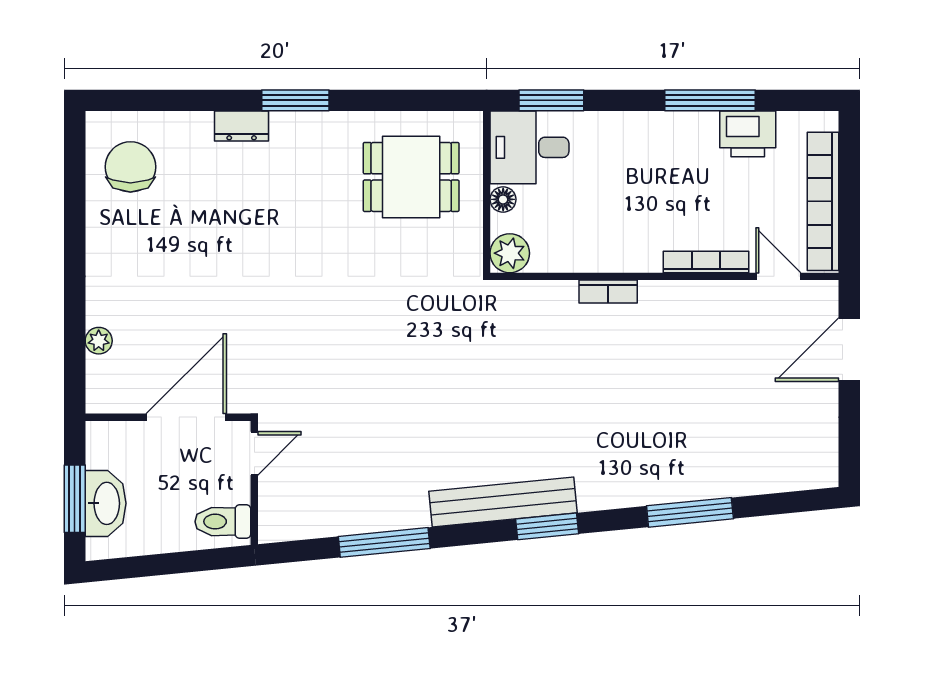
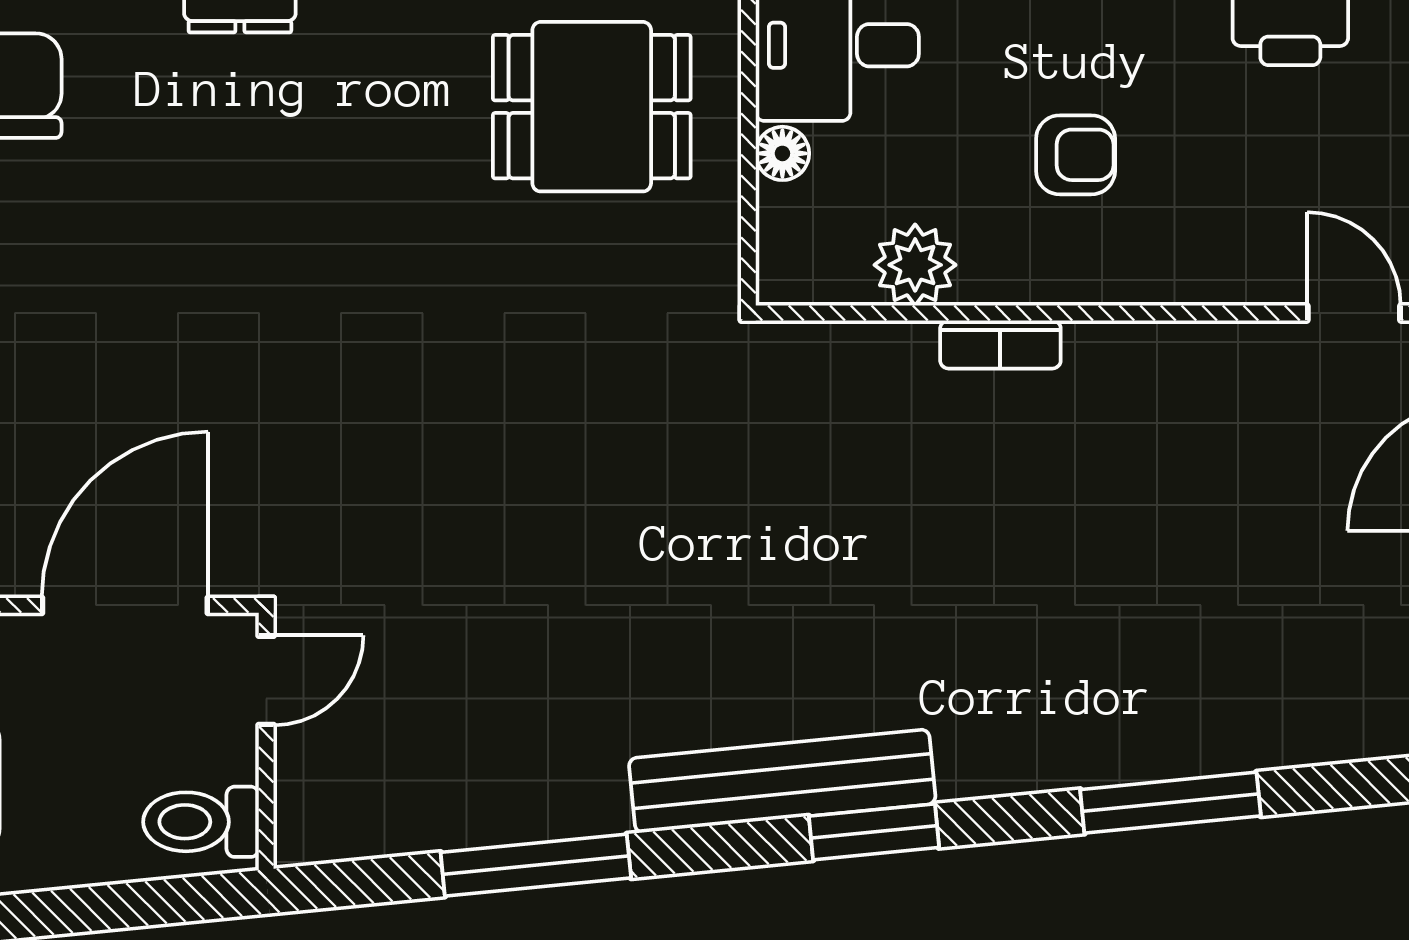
armchair: (644, 200) -> (1076, 155), added
plant: (510, 253) -> (915, 265), moved
bookcase: (706, 262) -> (1203, 283), removed

